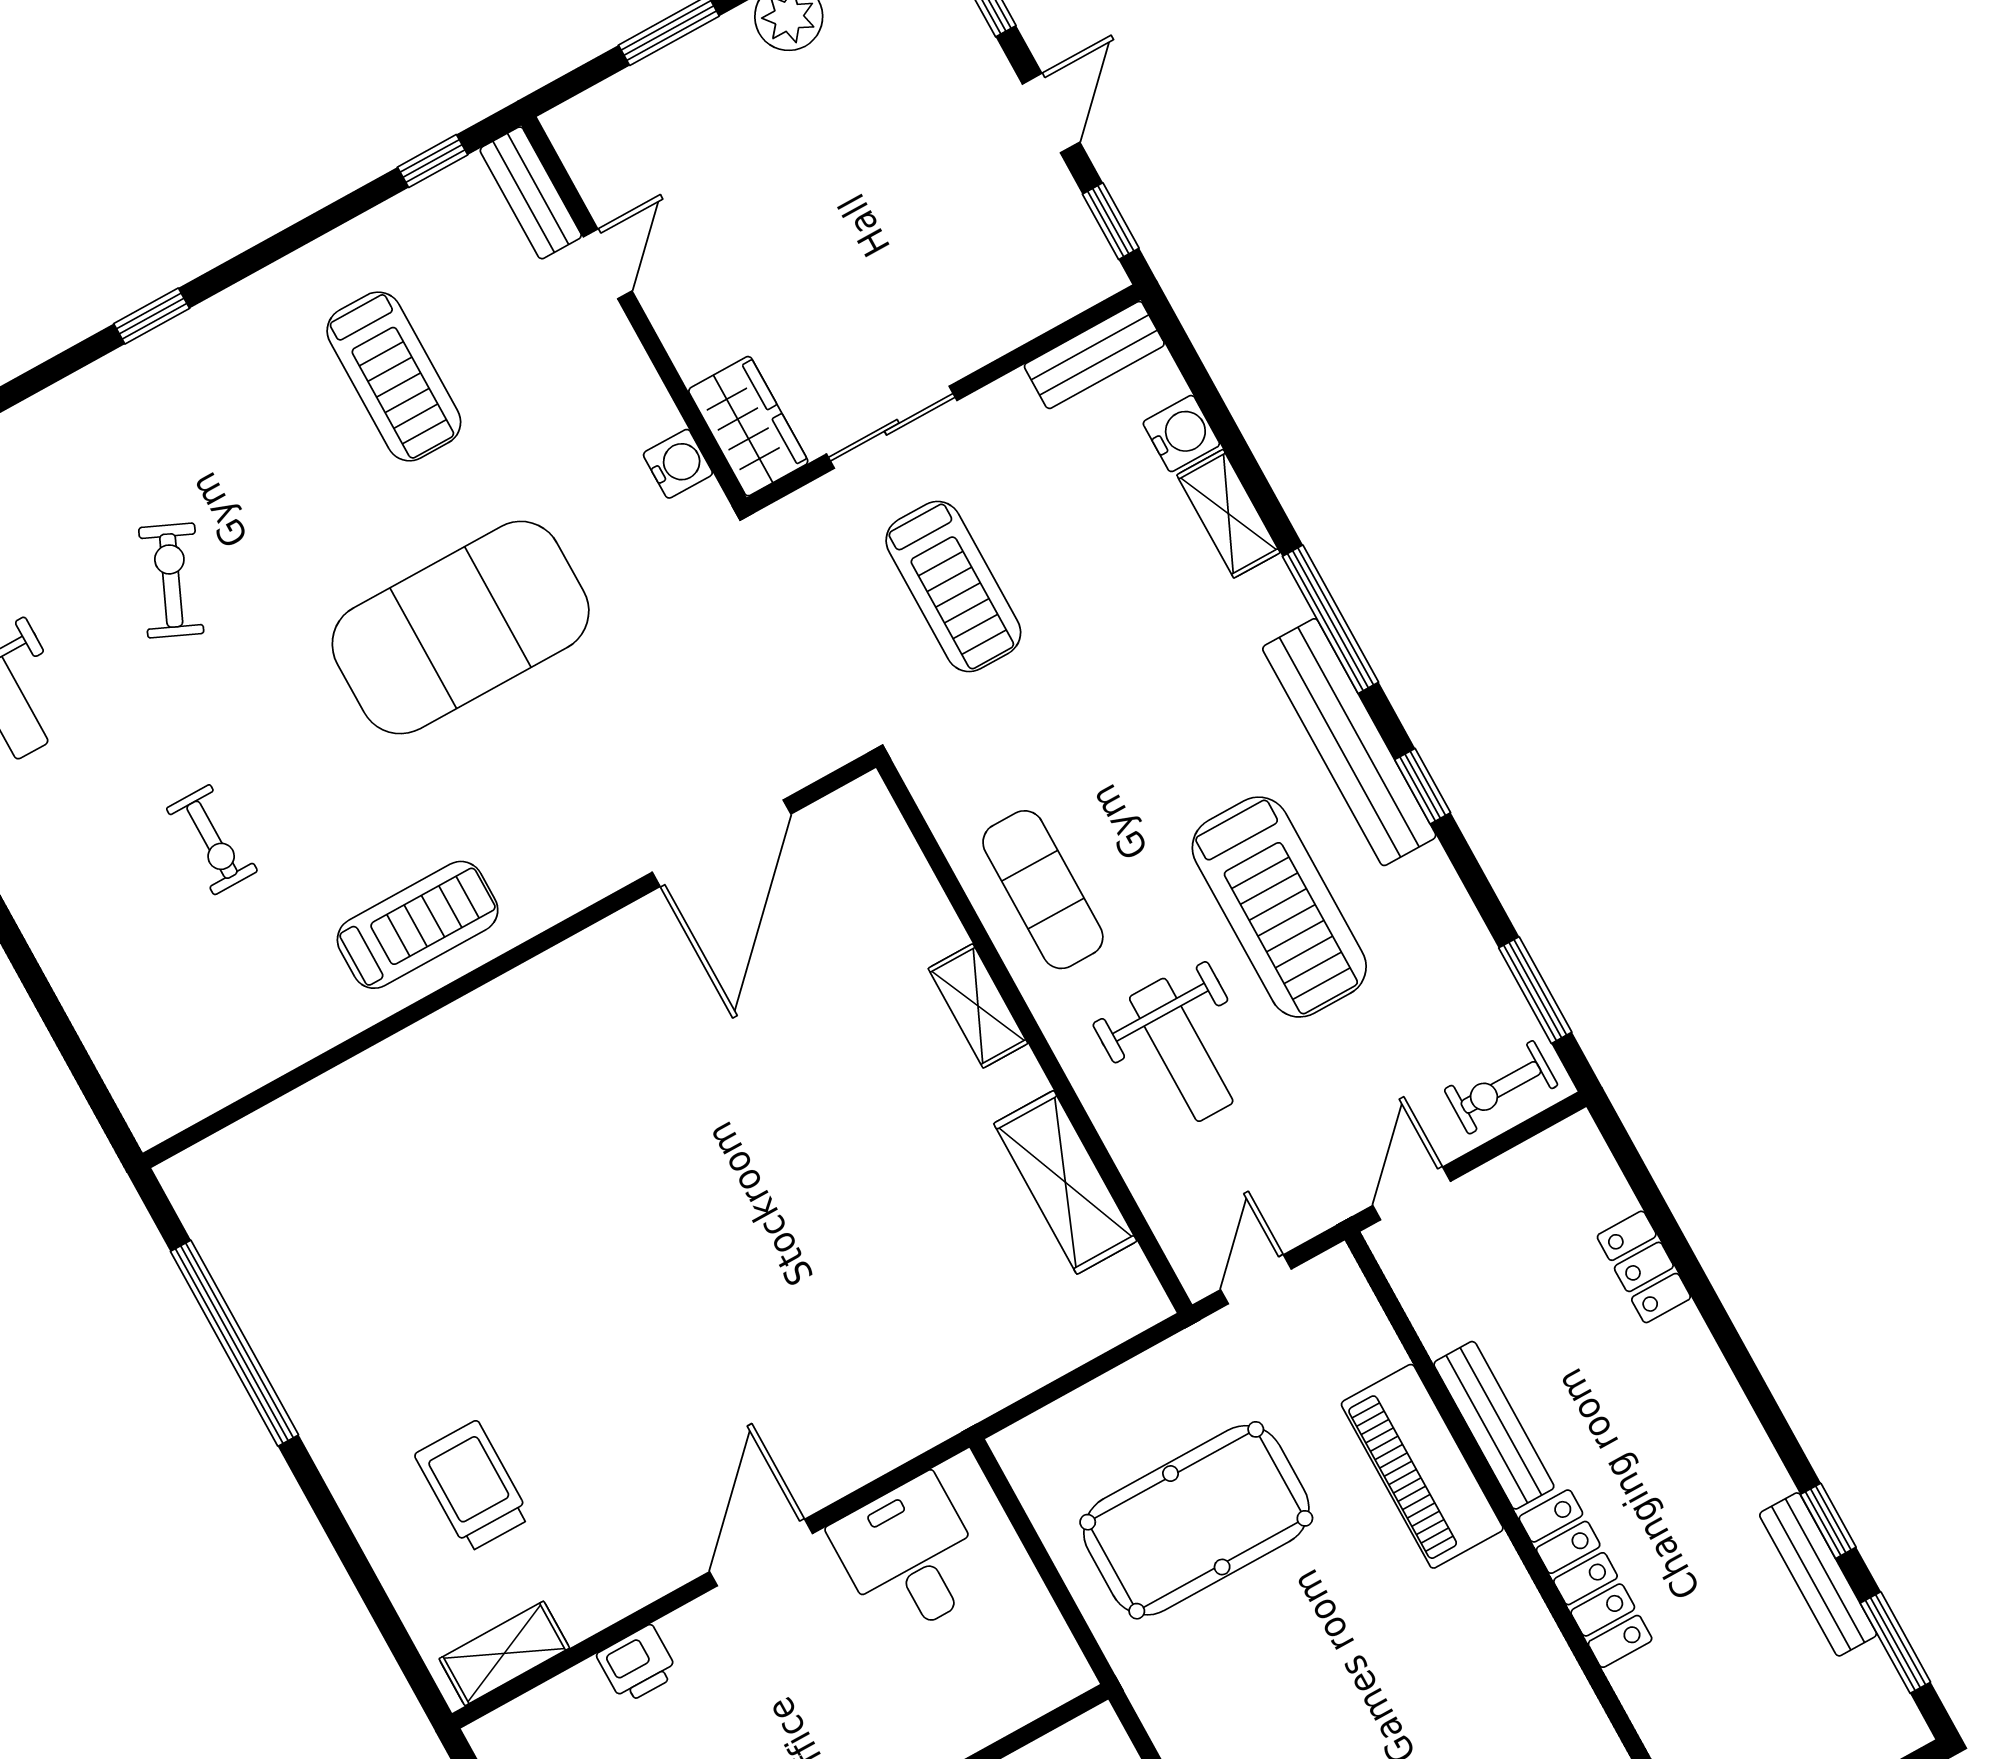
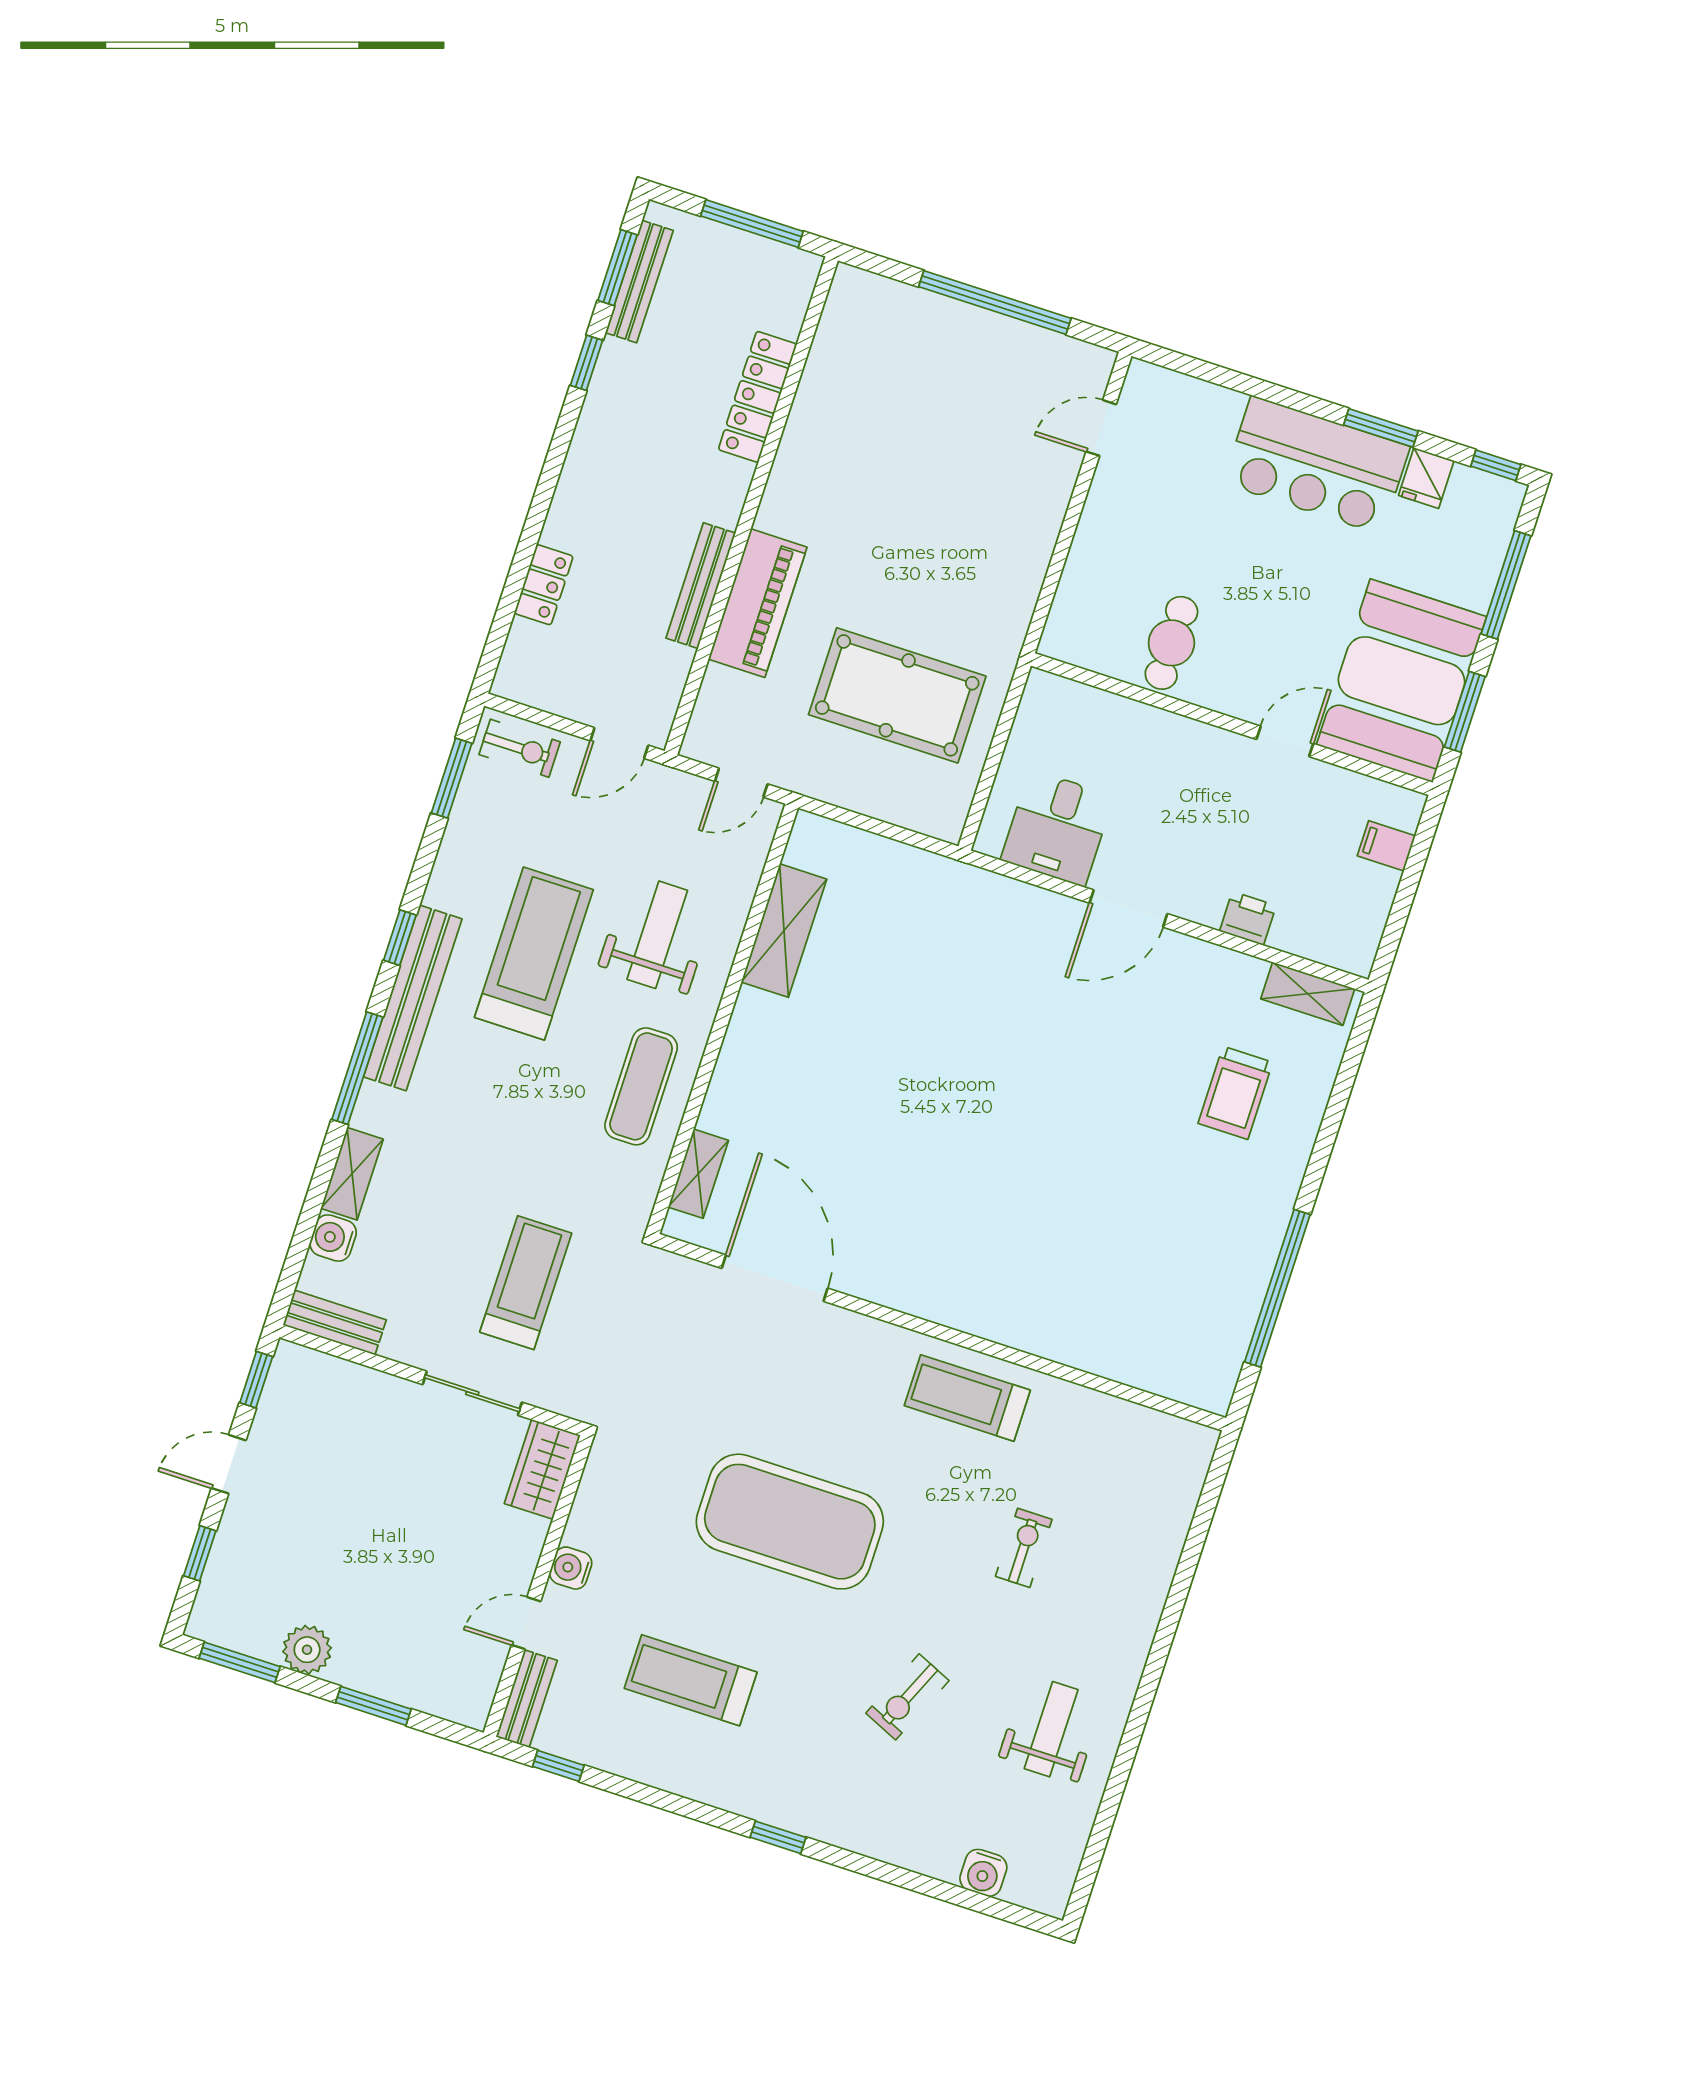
treadmill: (394, 376) -> (691, 1680), turned -90
water cooler: (678, 464) -> (571, 1568), moved
door: (722, 843) -> (775, 1278), hinge flipped
shelving: (978, 1006) -> (698, 1174), moved
bench: (1818, 1574) -> (639, 282), moved
locker: (1585, 1579) -> (758, 397), moved

